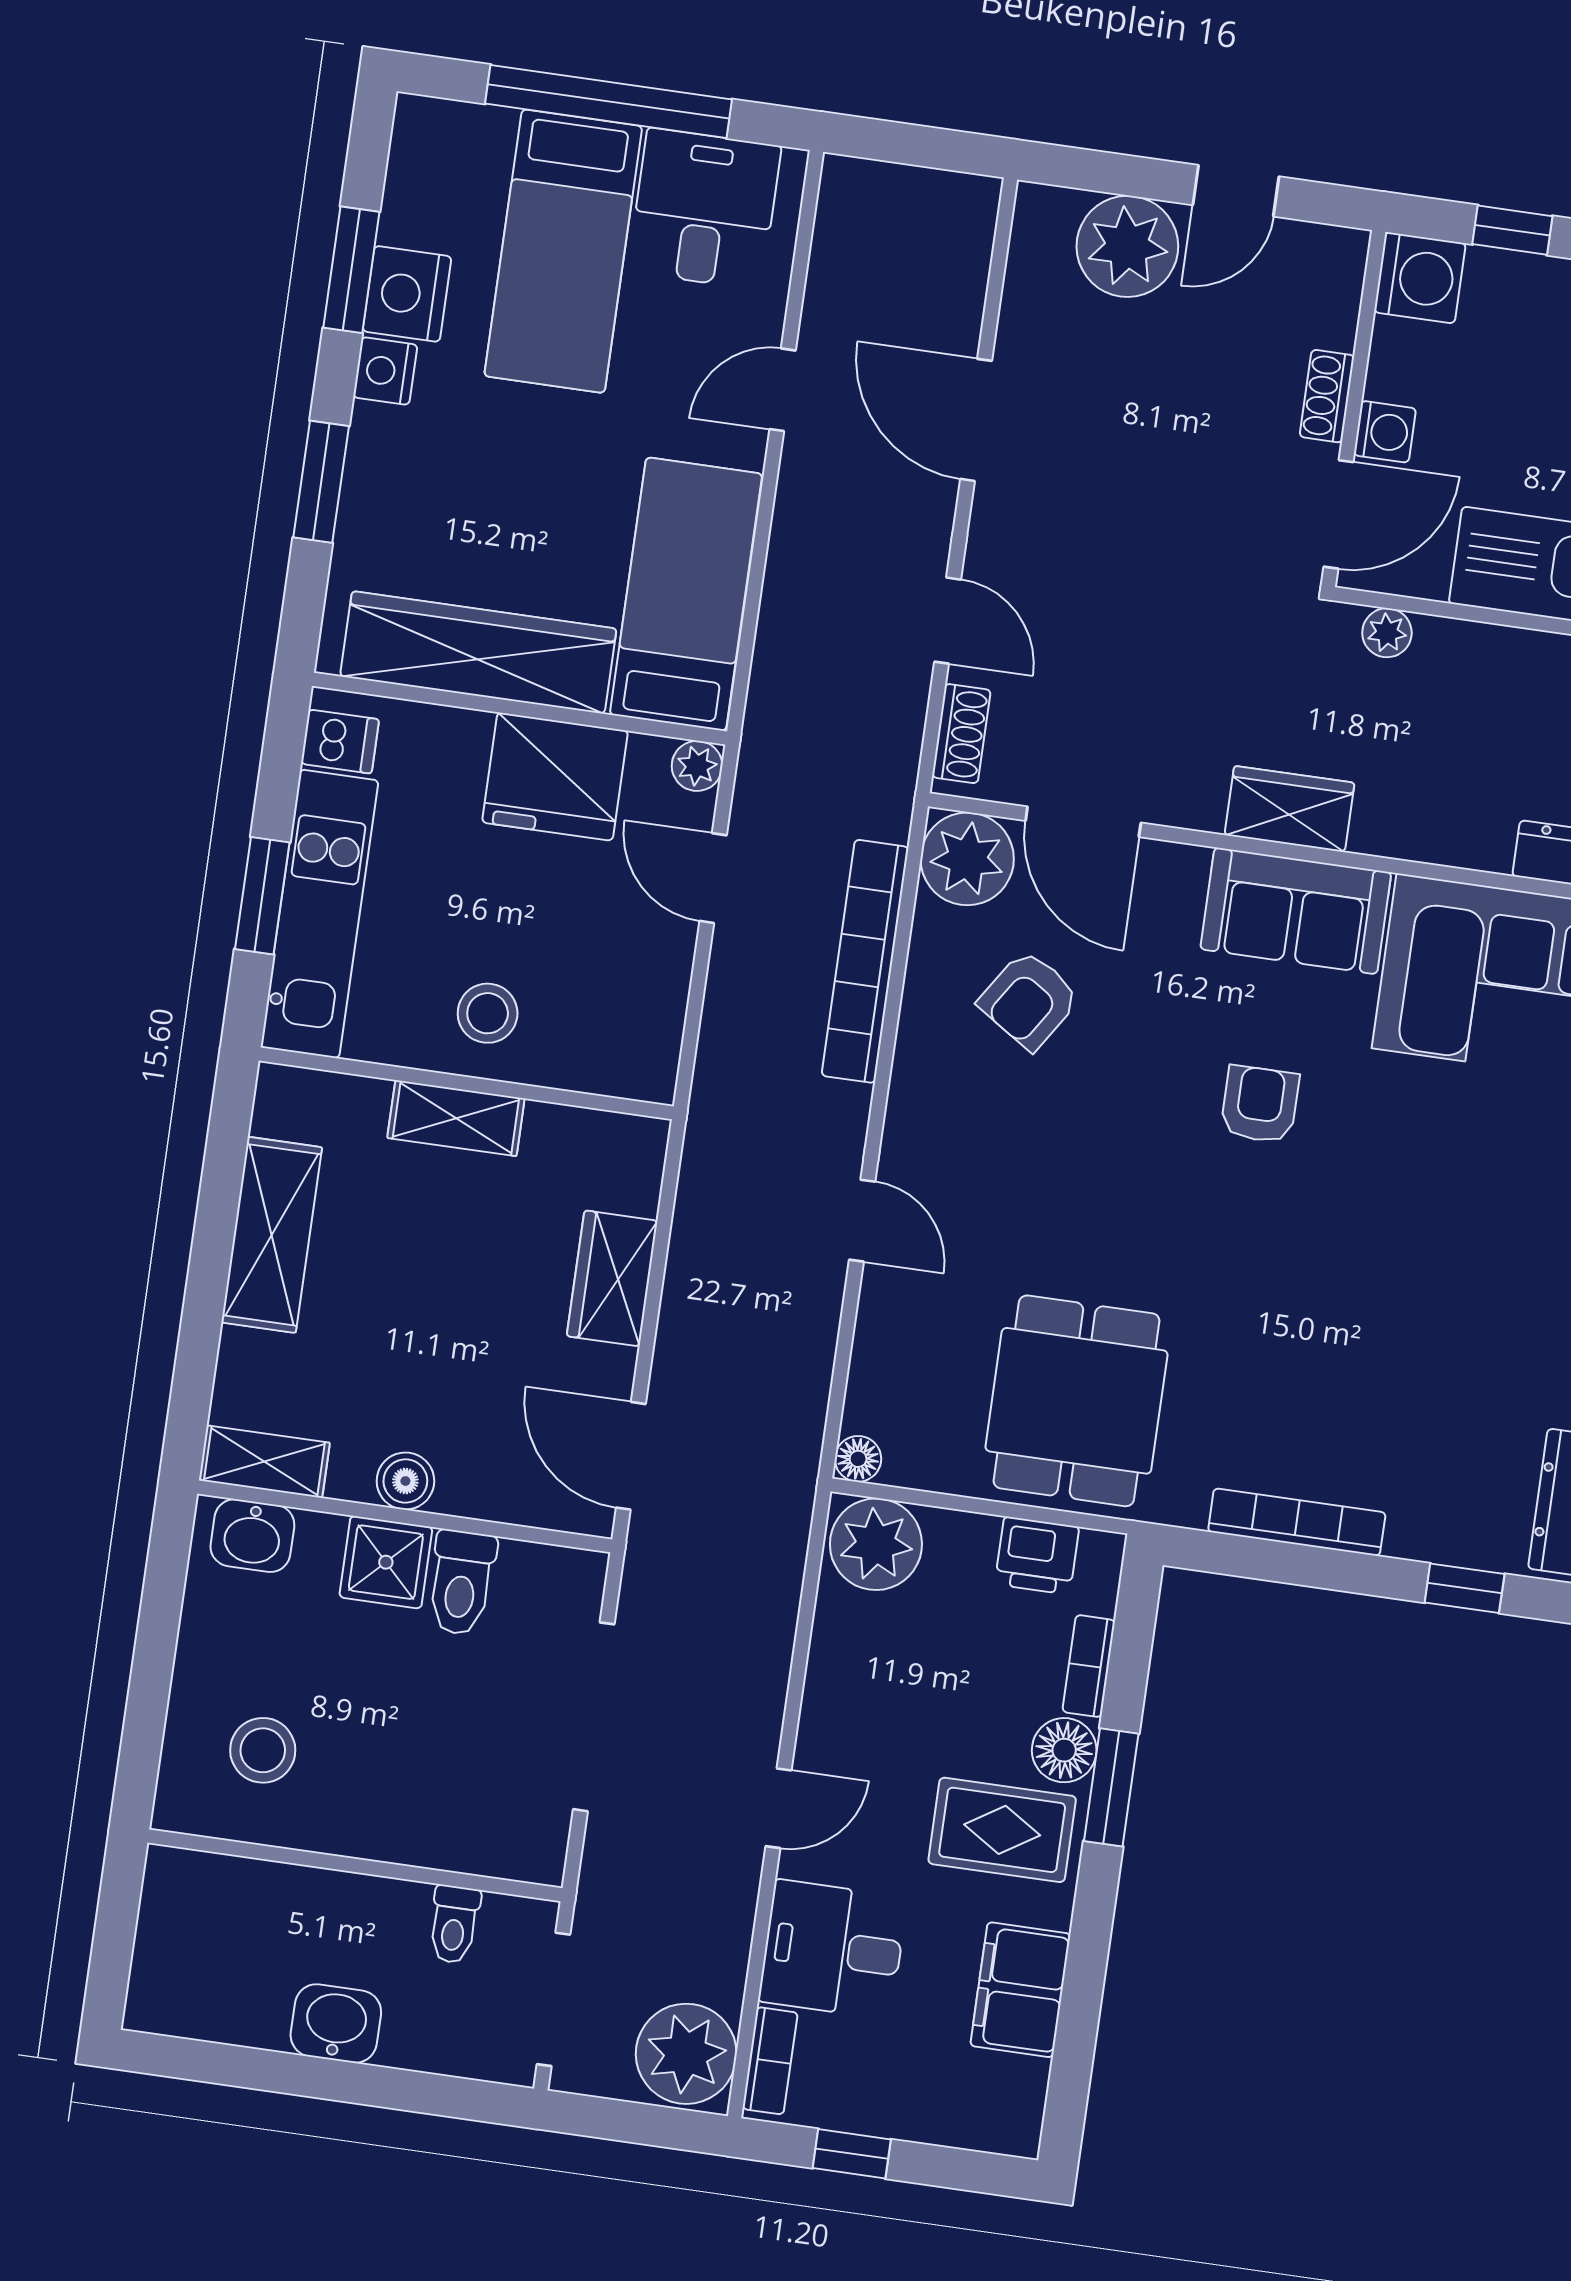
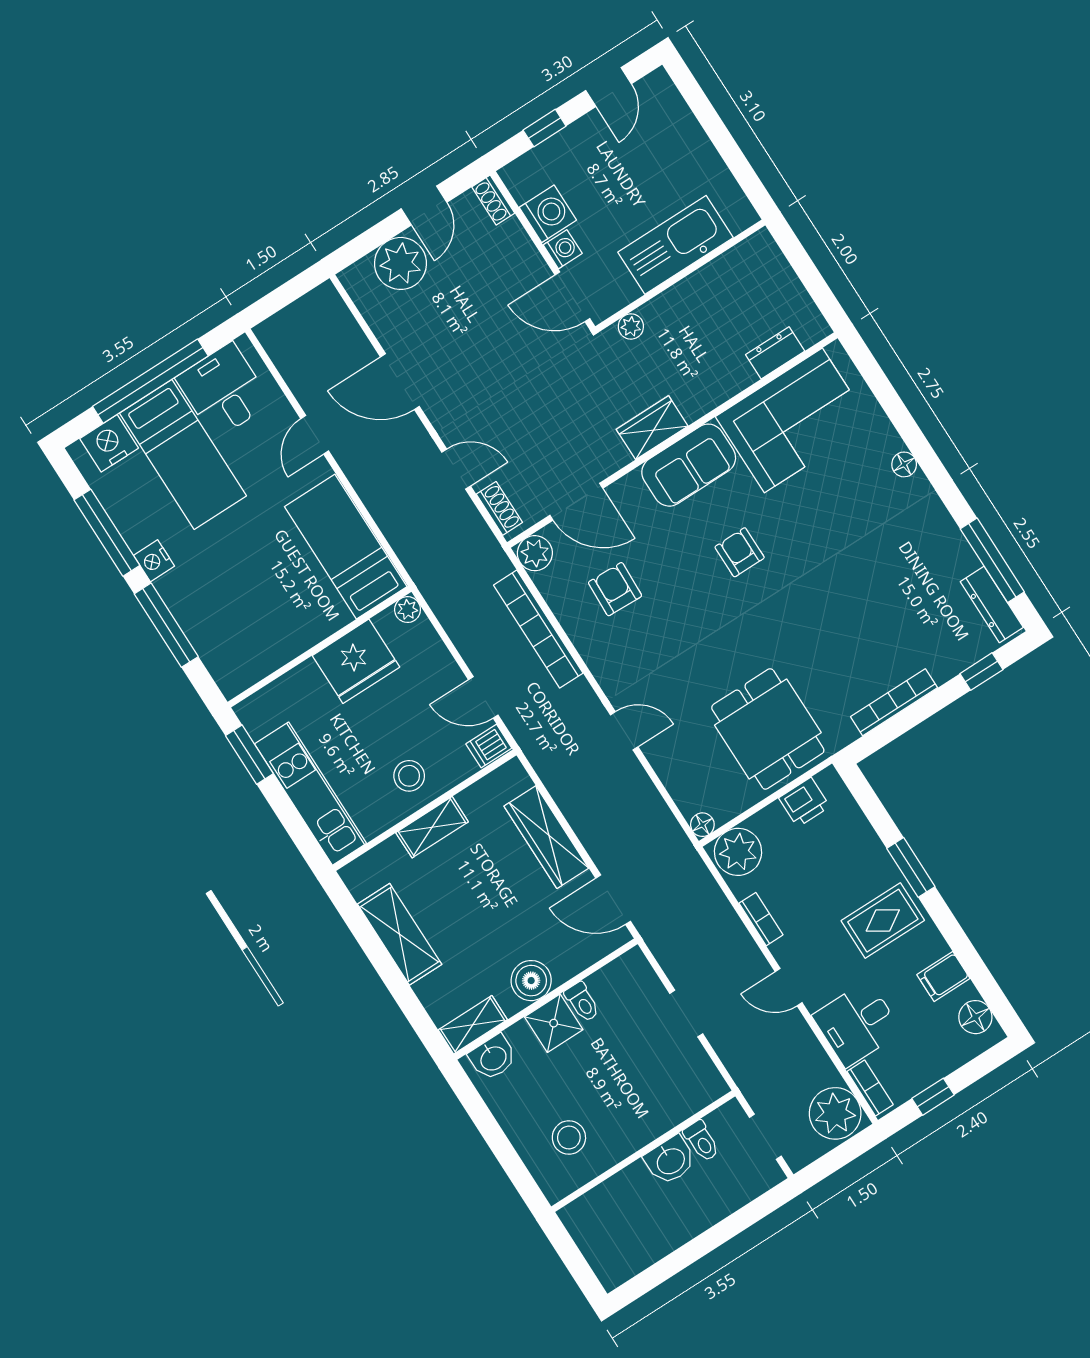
window: (351, 270) -> (107, 533), width x1.44
washing machine: (1420, 278) -> (548, 214), moved
nightstand: (407, 294) -> (109, 443), moved, turned 90
shoe rack: (1327, 396) -> (493, 200), moved
window: (321, 482) -> (166, 625), width x1.44
door: (1338, 514) -> (572, 297), swing flipped
wardrobe: (478, 652) -> (285, 639), removed
dishwasher: (340, 742) -> (489, 746), moved, turned 180
plant: (967, 859) -> (535, 553), width x0.73, depth x0.73
door: (713, 878) -> (483, 697), moved
window: (262, 896) -> (249, 755), moved
armchair: (1029, 1000) -> (615, 589), turned 149
wardrobe: (612, 1278) -> (546, 837), width x1.50
boiler: (405, 1481) -> (531, 981), width x1.36, depth x1.36
toilet: (461, 1583) -> (582, 1002), width x0.73, depth x0.72
bookcase: (1089, 1666) -> (761, 919), moved, turned 180
doorway: (594, 1717) -> (686, 1014), width x0.53
floor lamp: (1064, 1750) -> (975, 1017), moved
door: (779, 1808) -> (789, 987), swing flipped
filing cabinet: (1020, 1990) -> (943, 977), width x0.50
doorway: (554, 1999) -> (765, 1137), width x0.73
washbasin: (336, 2024) -> (670, 1160), moved, turned 180

